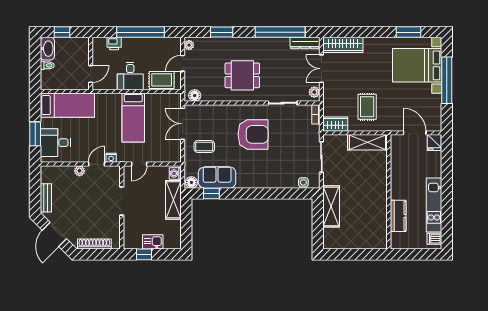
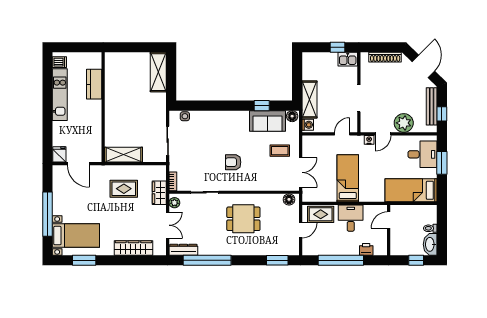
window: (222, 32) -> (277, 260), moved
plant: (189, 45) -> (294, 248), removed
wardrobe: (343, 45) -> (133, 248), moved
bed with nightstands: (417, 65) -> (76, 236), width x0.73
rug: (367, 107) -> (124, 189), turned 90
wardrobe: (335, 124) -> (159, 193), moved, turned 90
armchair: (253, 134) -> (233, 162), width x0.53, depth x0.53
plant: (79, 171) -> (404, 123), width x1.87, depth x1.87
window: (35, 185) -> (442, 114), added
window: (211, 193) -> (262, 106), moved
bench: (46, 198) -> (432, 106), width x1.36
shelving: (331, 206) -> (158, 72), moved
kitchen sink: (153, 242) -> (348, 59), moved

